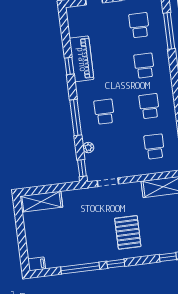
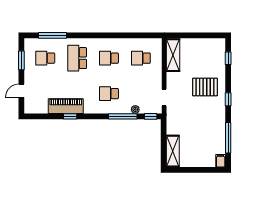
school desk: (144, 66) -> (77, 58), width x1.85
window: (76, 118) -> (123, 116), moved
window: (80, 268) -> (228, 138), moved

